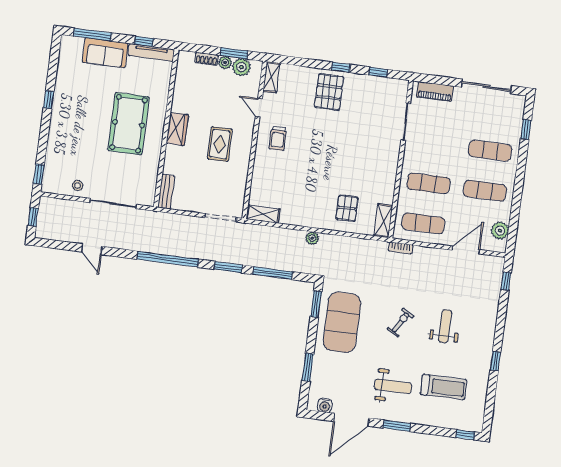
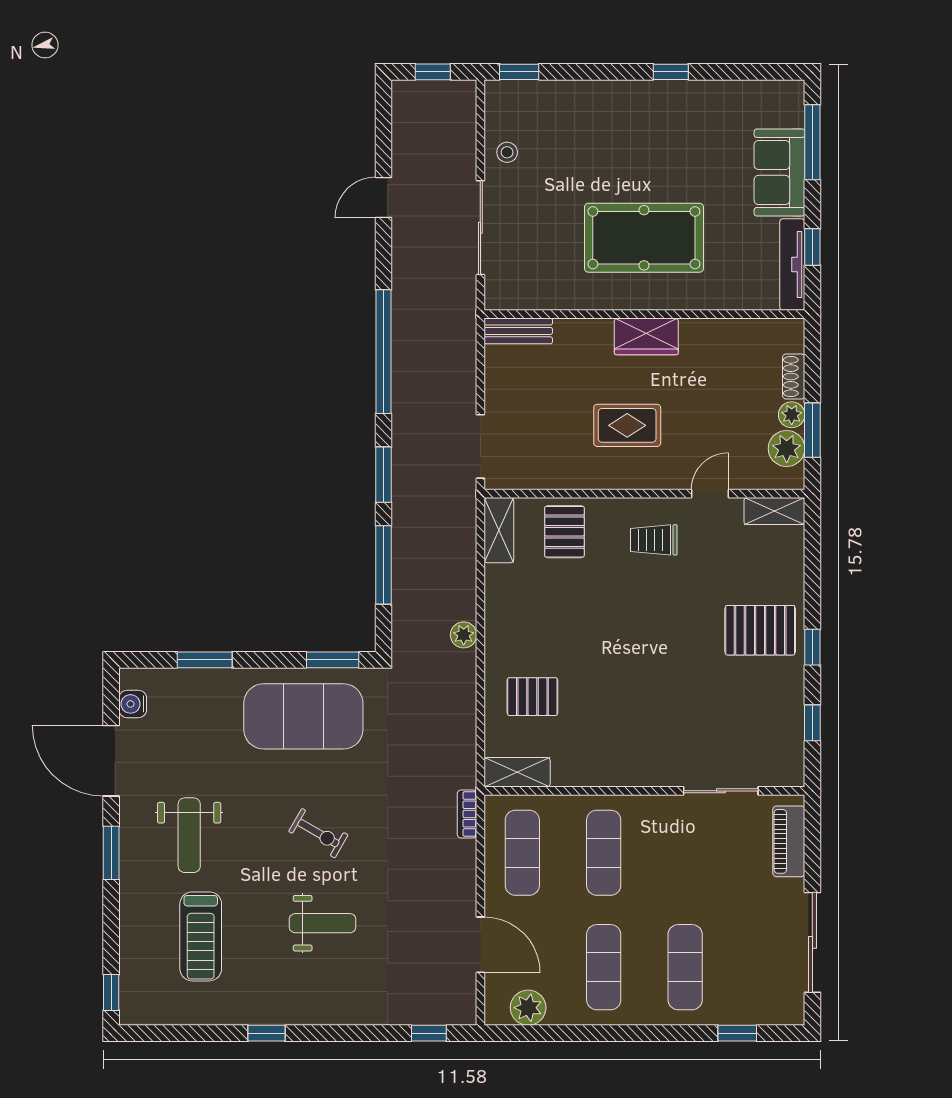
pallet: (268, 182) -> (564, 532), added

